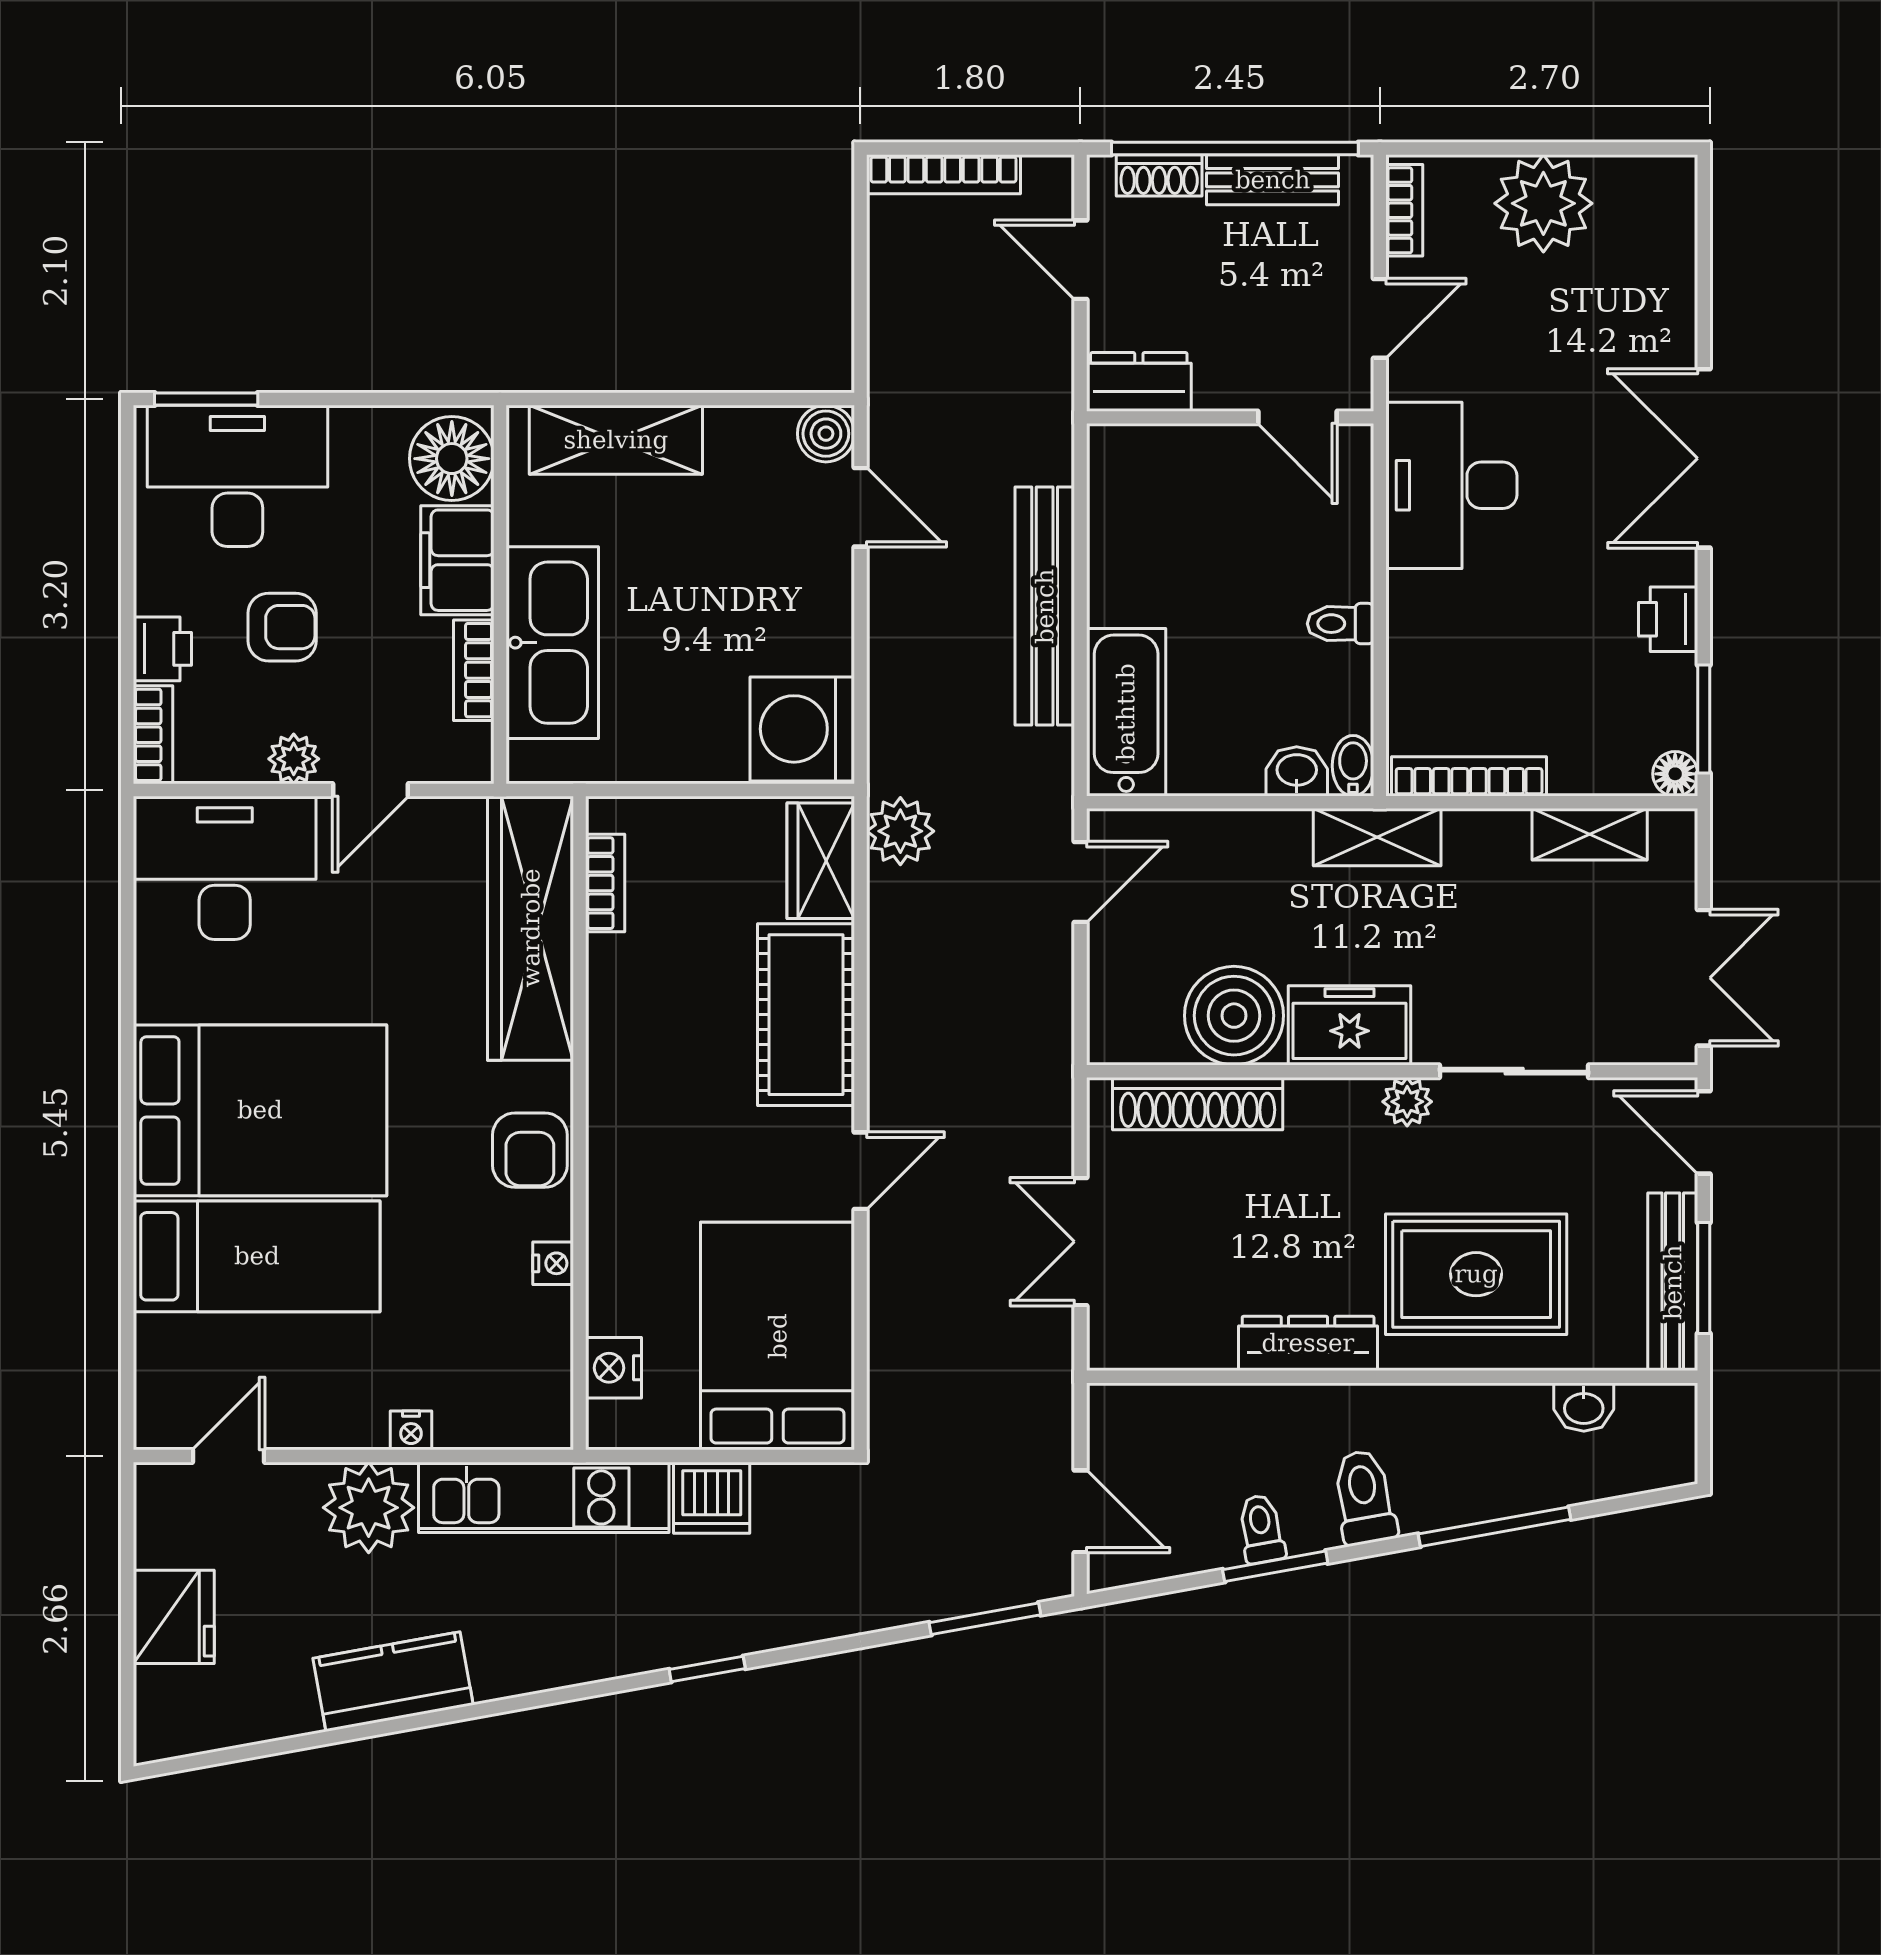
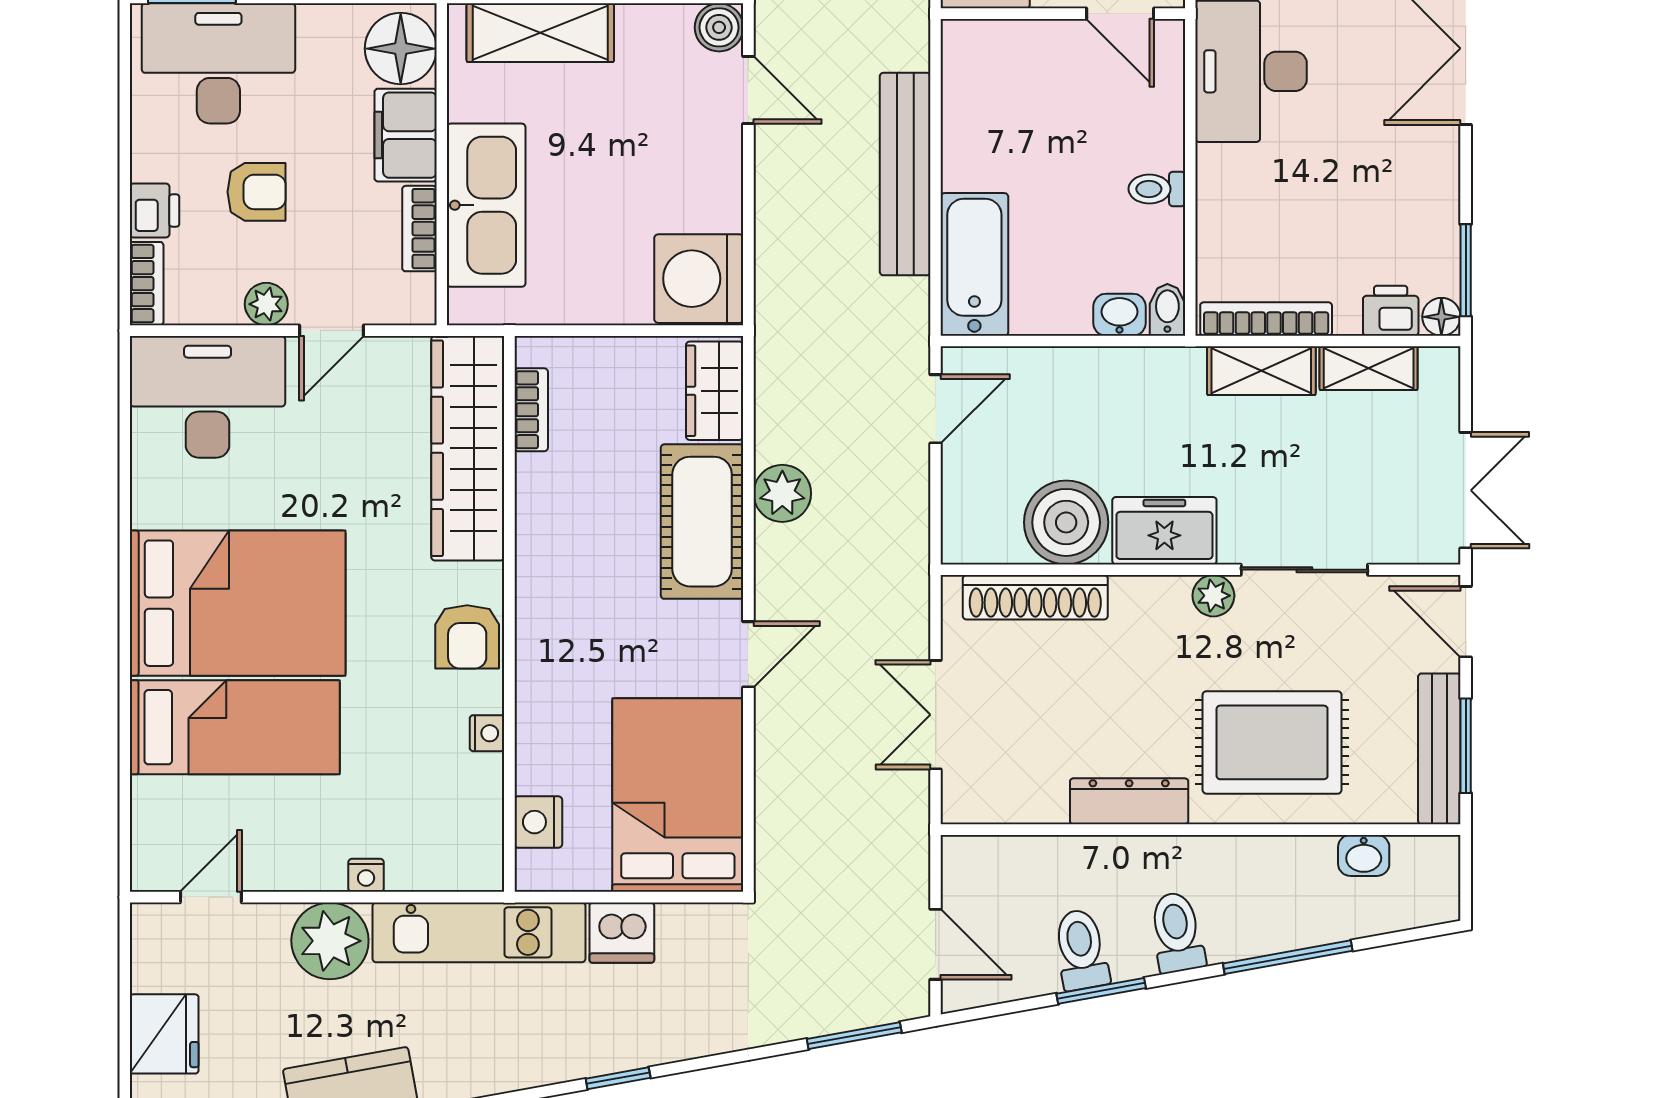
printer: (1668, 619) -> (1391, 311), moved, turned 90
plant: (900, 831) -> (782, 493), moved
shelving: (1377, 837) -> (1261, 371), moved
toilet: (1261, 1529) -> (1081, 950), width x1.37, depth x1.39

